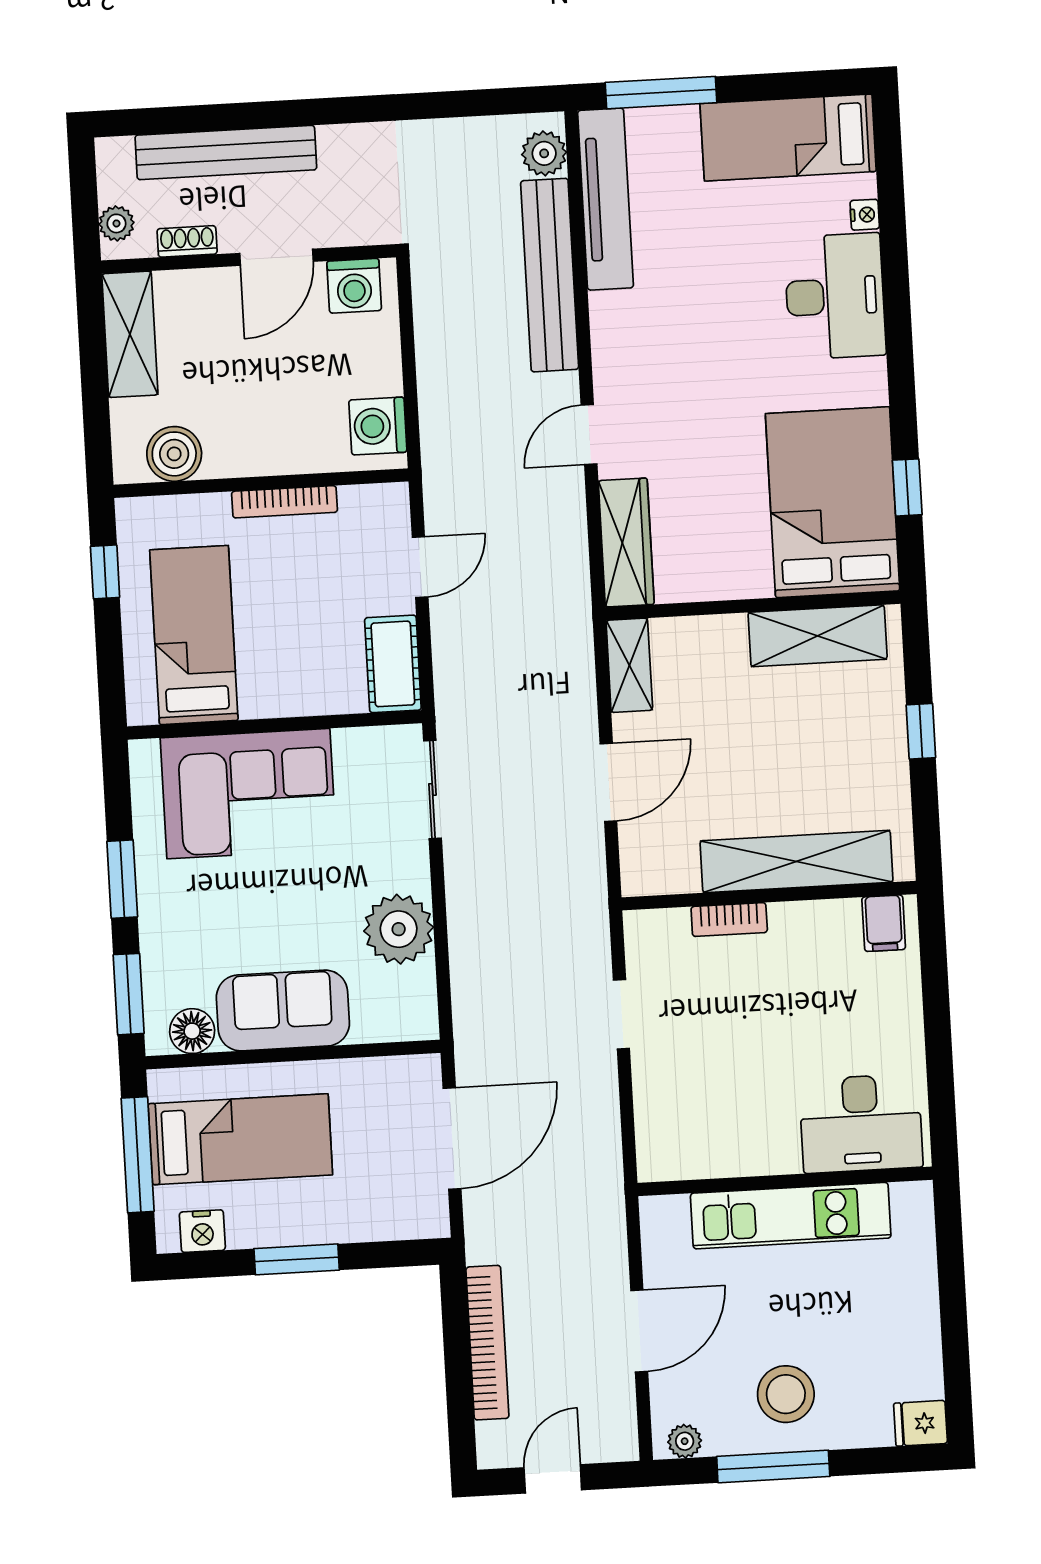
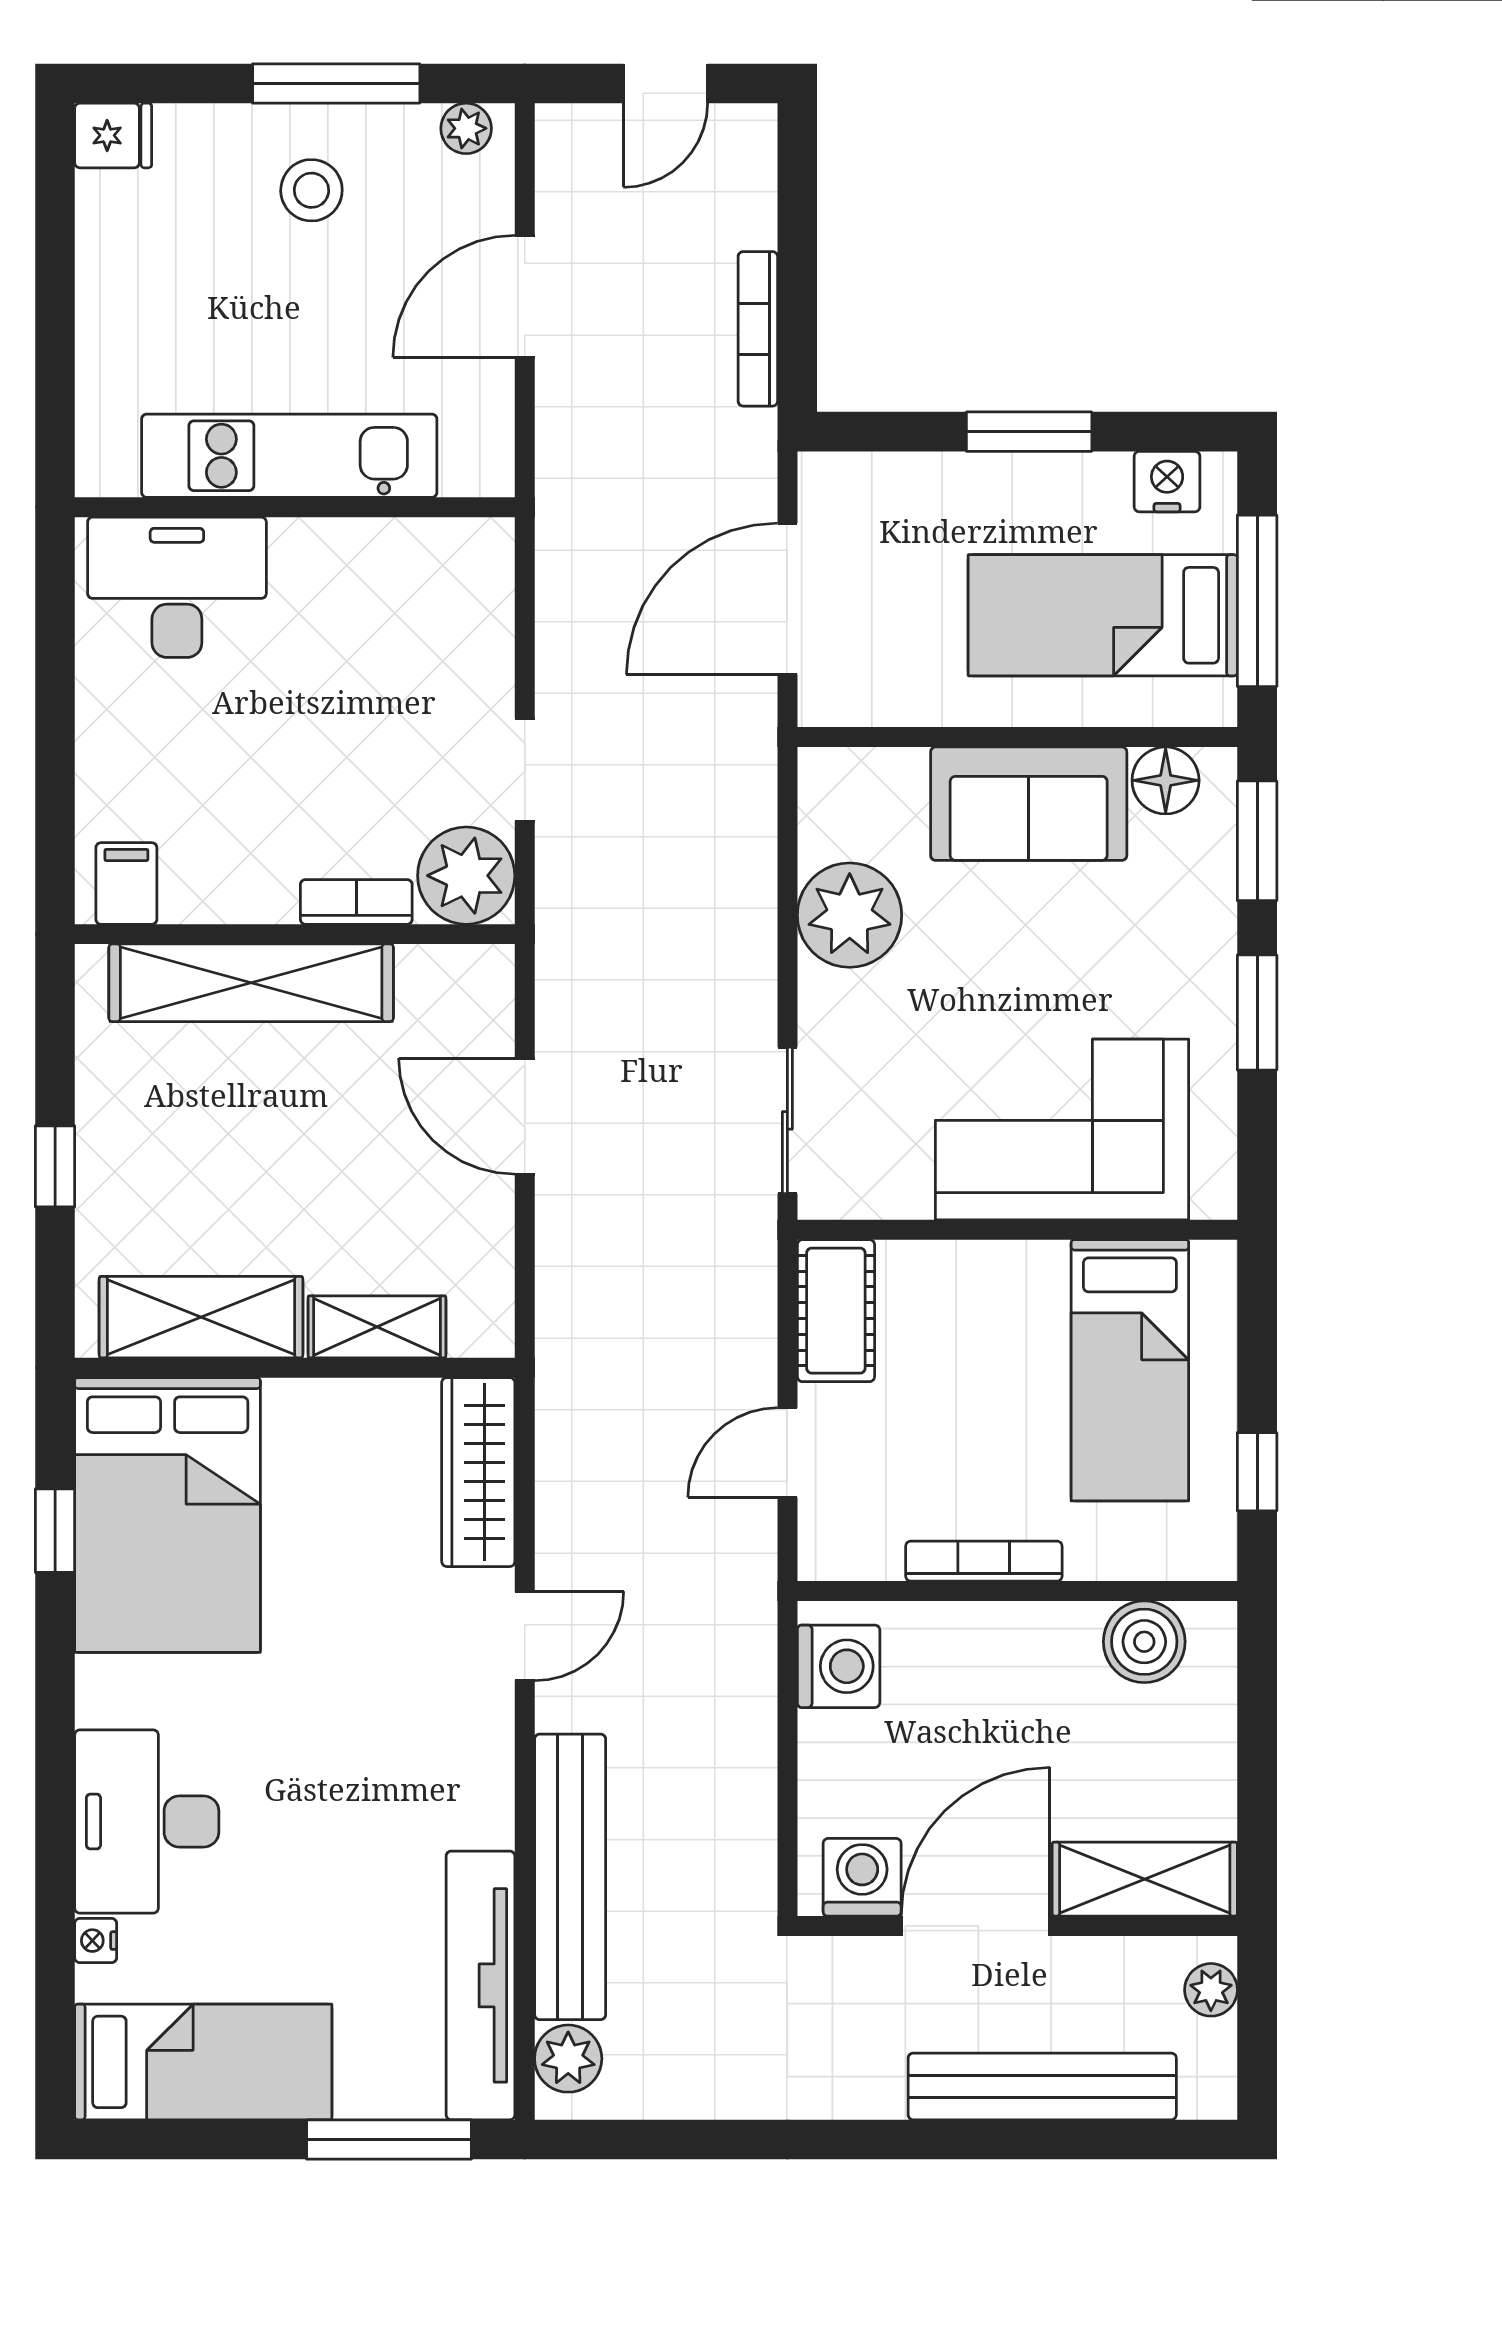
shoe rack: (187, 241) -> (1107, 1957), removed
door: (277, 257) -> (975, 1926), width x1.36
shelving: (130, 334) -> (1145, 1879), moved, turned 90
shelving: (629, 665) -> (377, 1327), moved, turned 90
door: (608, 782) -> (525, 1116), hinge flipped
plant: (657, 941) -> (466, 876), added
bookcase: (487, 1343) -> (758, 329), width x0.68, depth x0.76
stool: (786, 1394) -> (311, 190), width x0.73, depth x0.73

